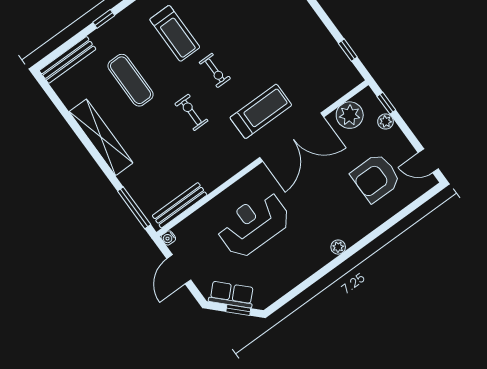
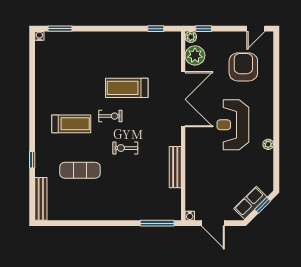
treadmill: (261, 111) -> (127, 88), moved, turned -90
plant: (386, 122) -> (191, 37), moved
shelving: (101, 137) -> (101, 212), removed
armchair: (376, 178) -> (243, 67), turned 180
bench: (180, 205) -> (175, 167), moved
reception desk: (254, 224) -> (233, 125), moved
plant: (338, 247) -> (268, 144), moved

